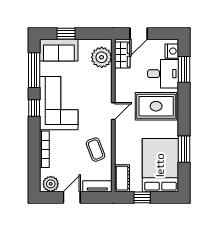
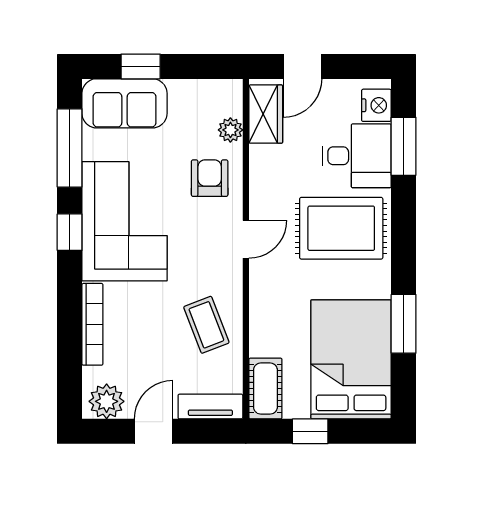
plant: (102, 57) -> (230, 130), width x0.53, depth x0.53
armchair: (97, 84) -> (210, 178), added

